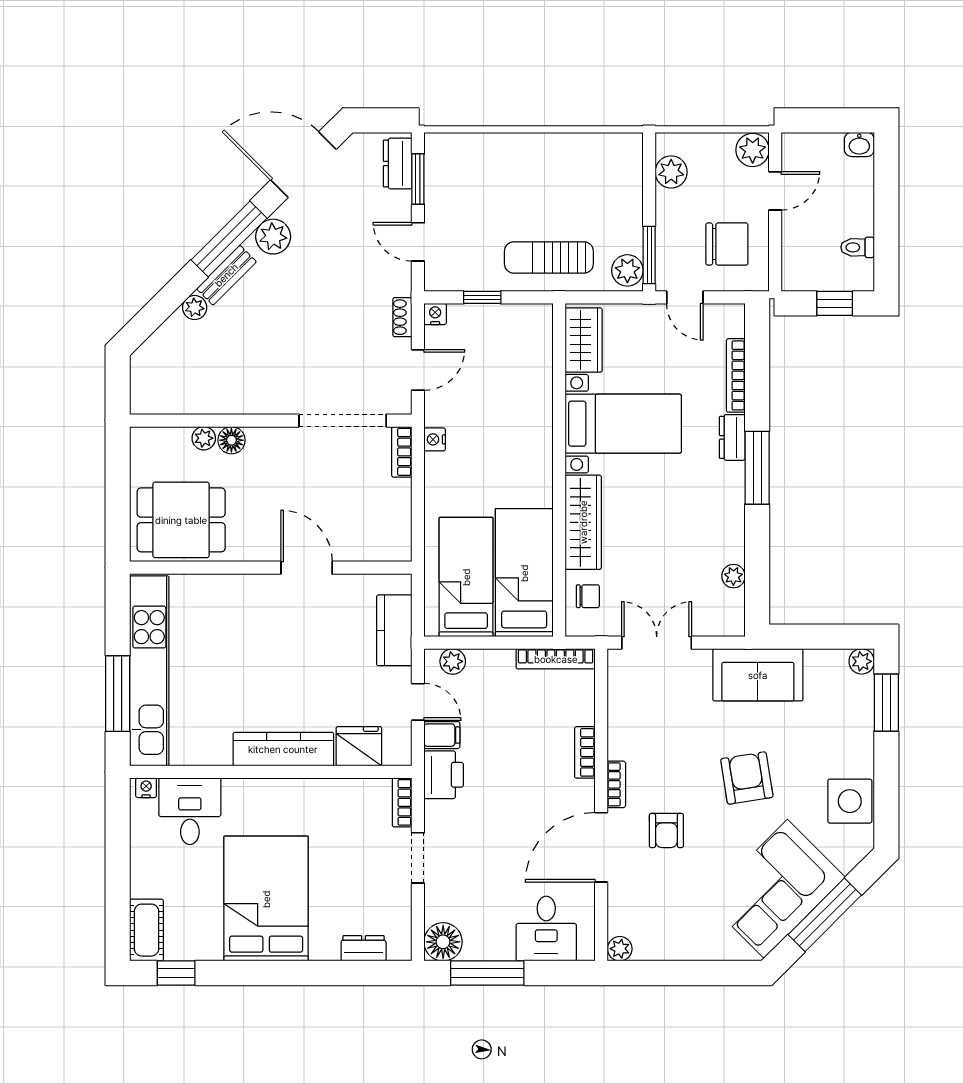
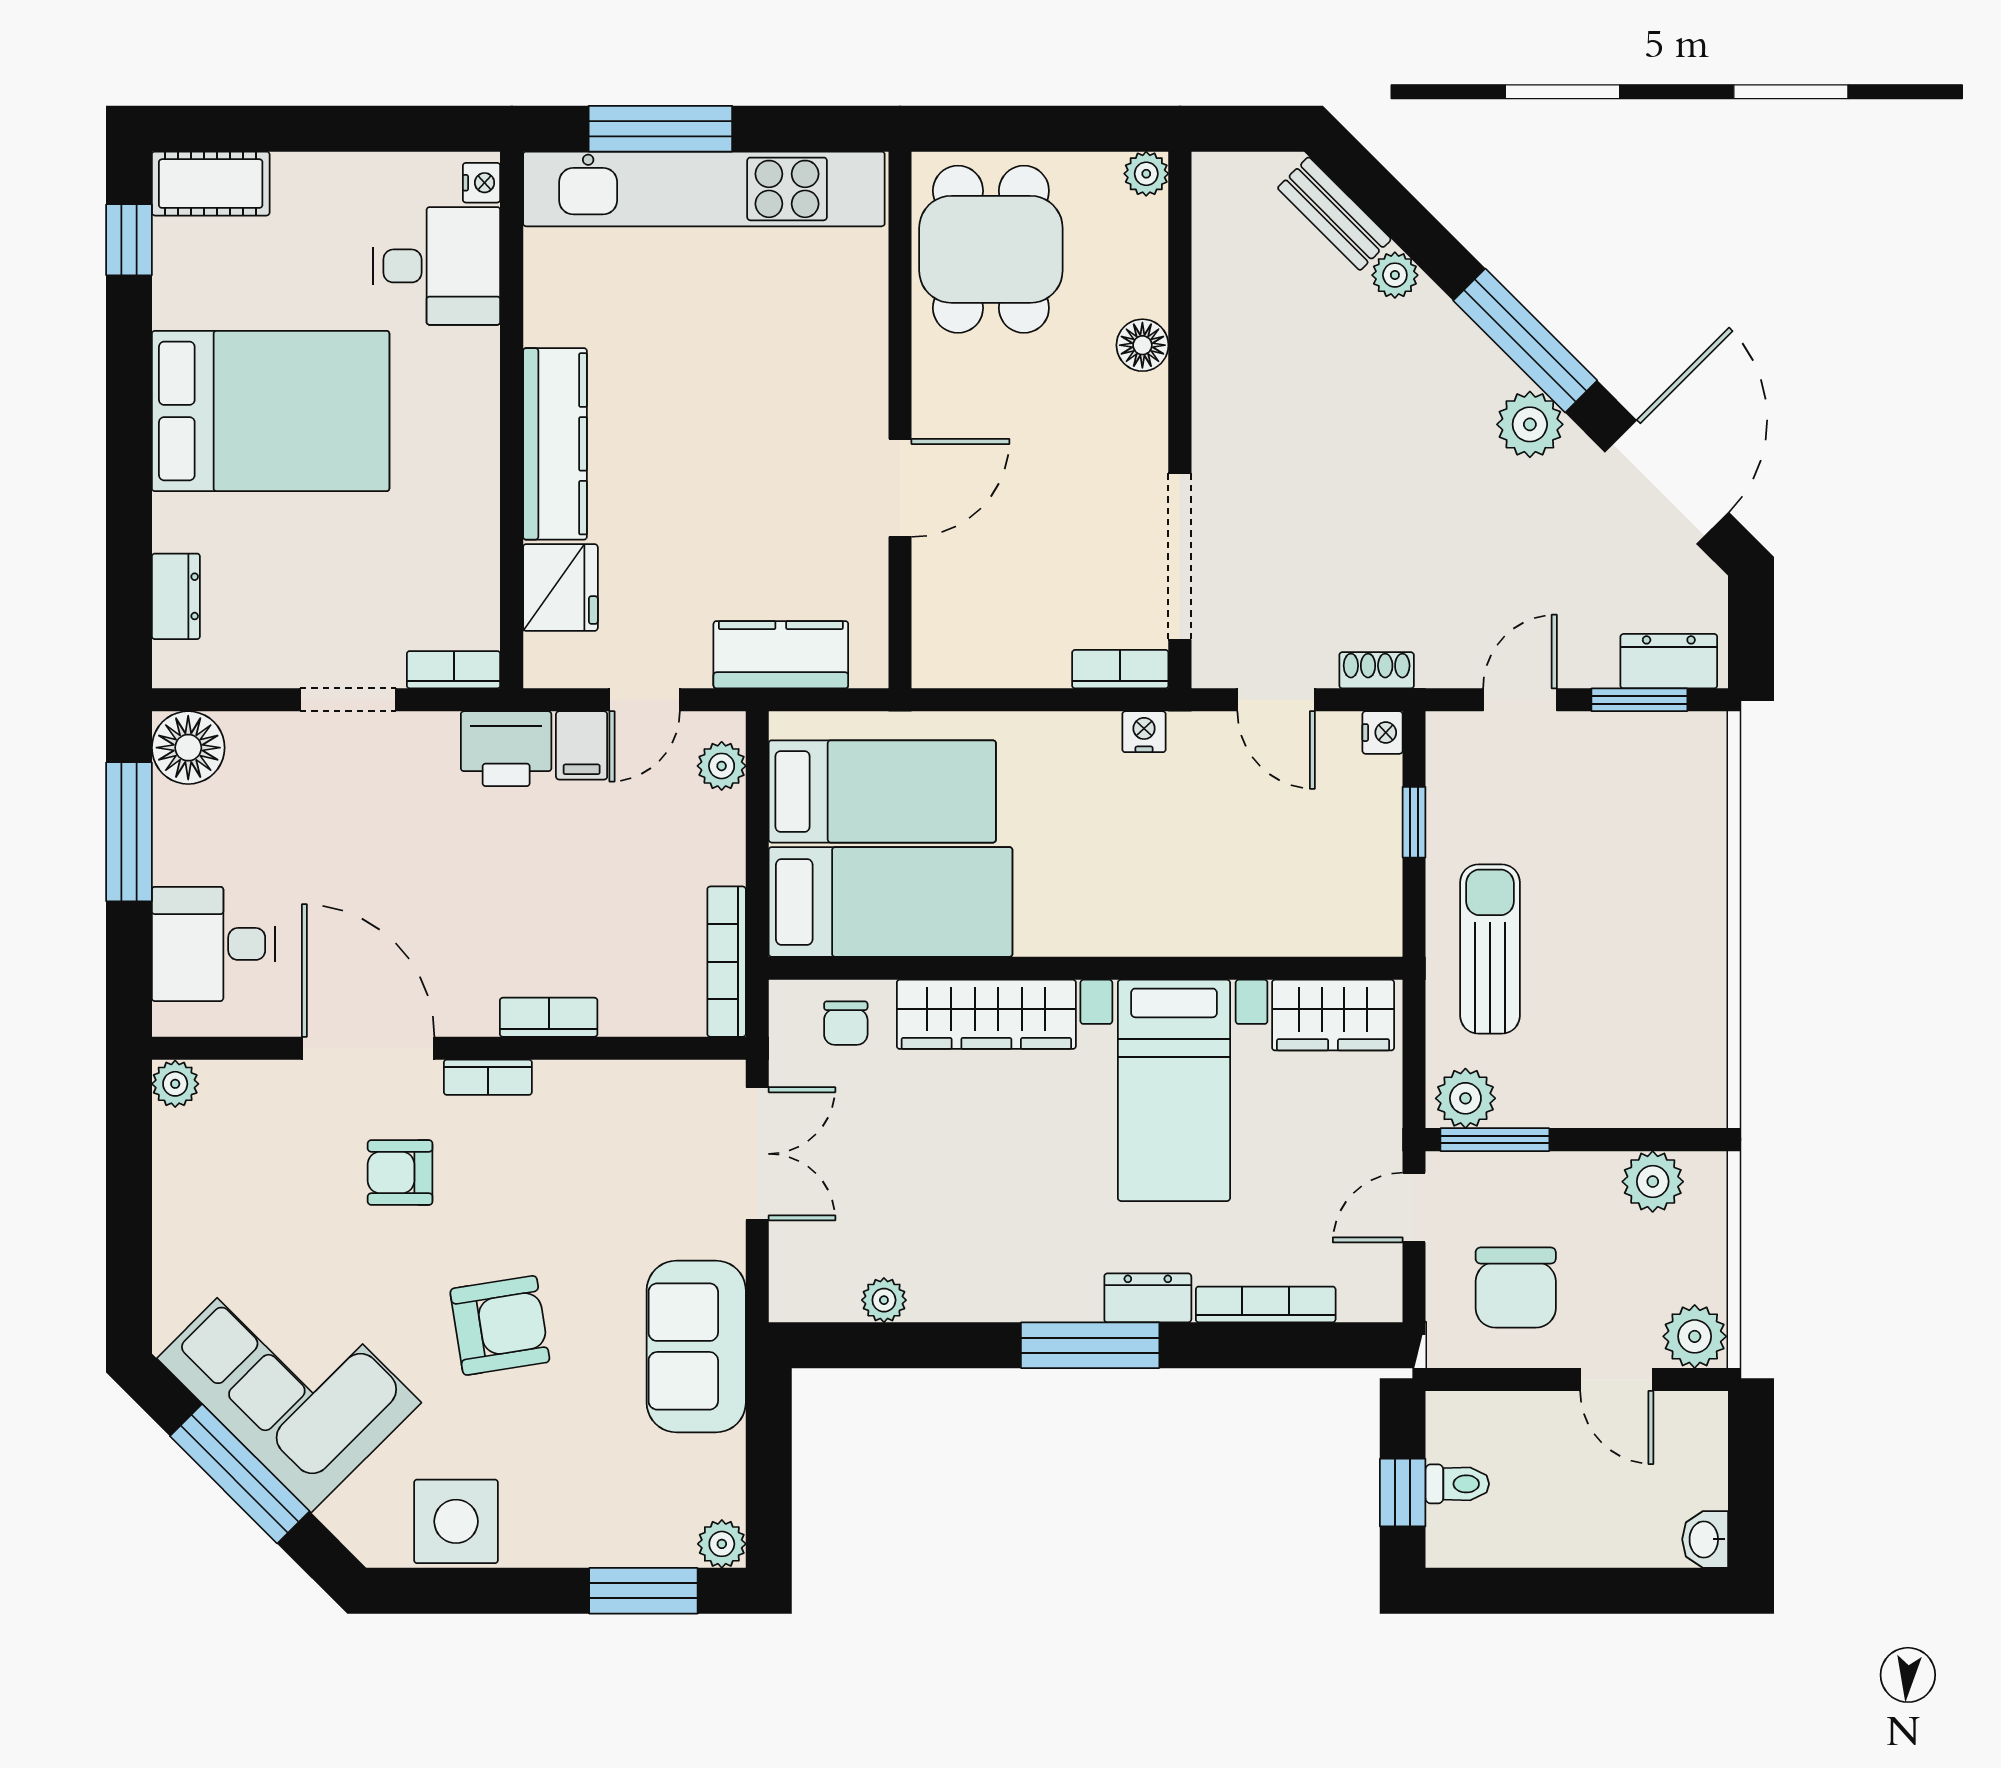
toilet: (858, 247) -> (1457, 1484), moved, turned 90
bench: (226, 275) -> (1334, 214), moved
plant: (204, 438) -> (1146, 174), moved

